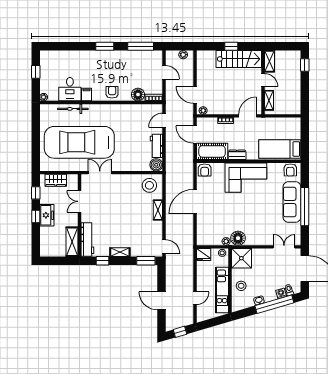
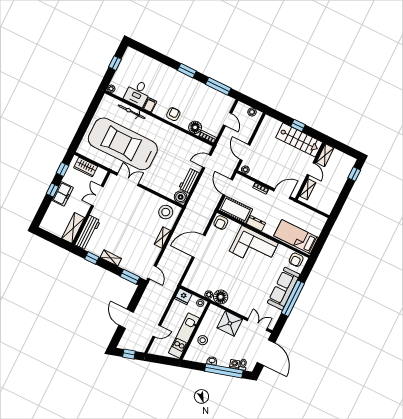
shower: (241, 258) -> (230, 323), moved

